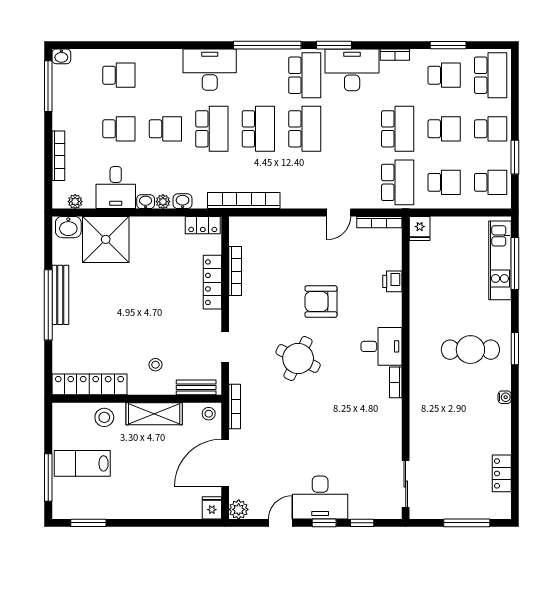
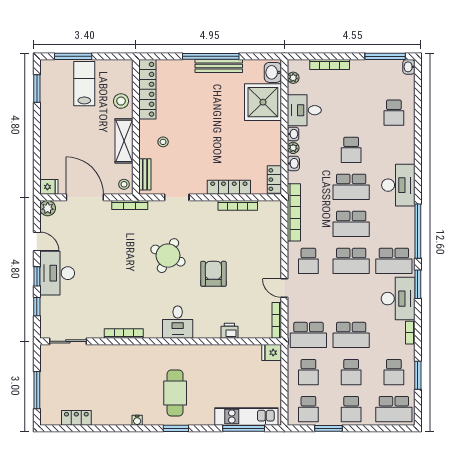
school desk: (119, 129) -> (308, 261), moved
bookcase: (396, 382) -> (124, 333), moved, width x1.56

